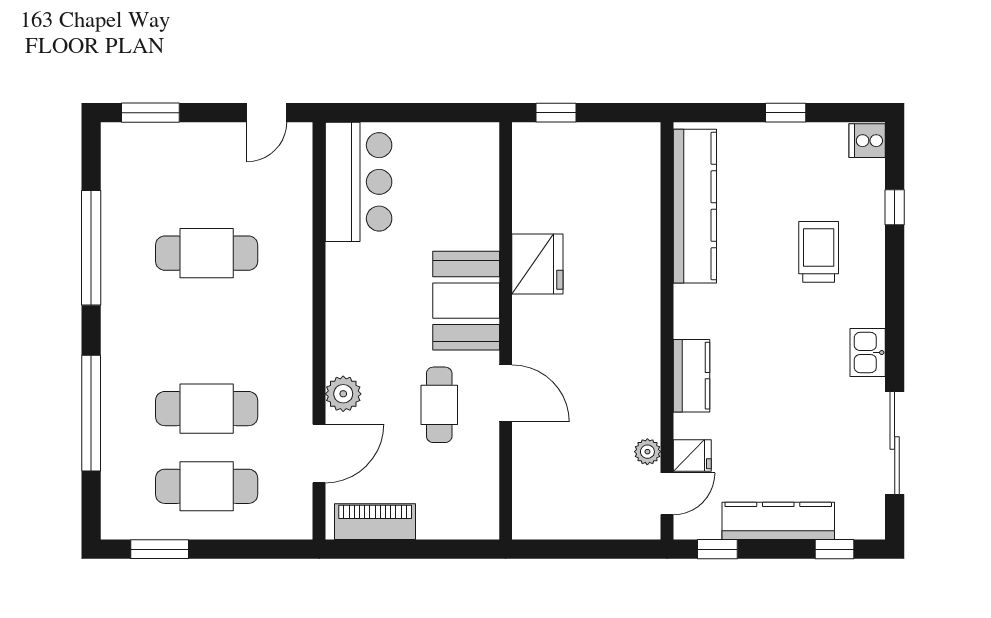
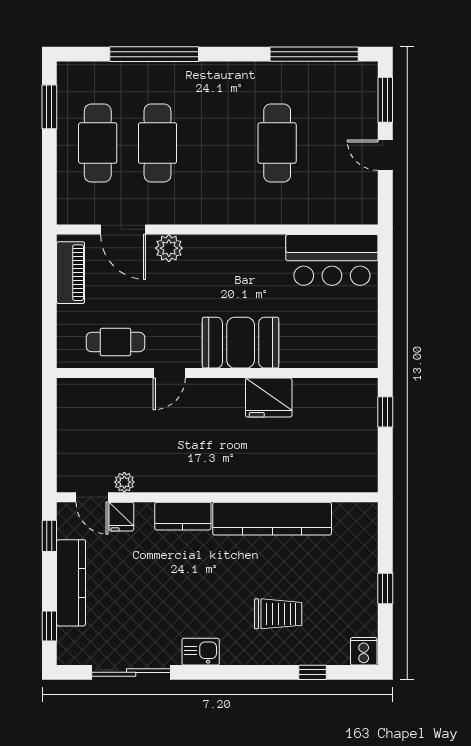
door: (267, 113) -> (385, 155), moved
kitchen counter: (695, 206) -> (272, 519), moved
window: (91, 248) -> (314, 54), moved
door: (506, 393) -> (169, 373), width x0.73
cafe table: (439, 405) -> (115, 342), moved

